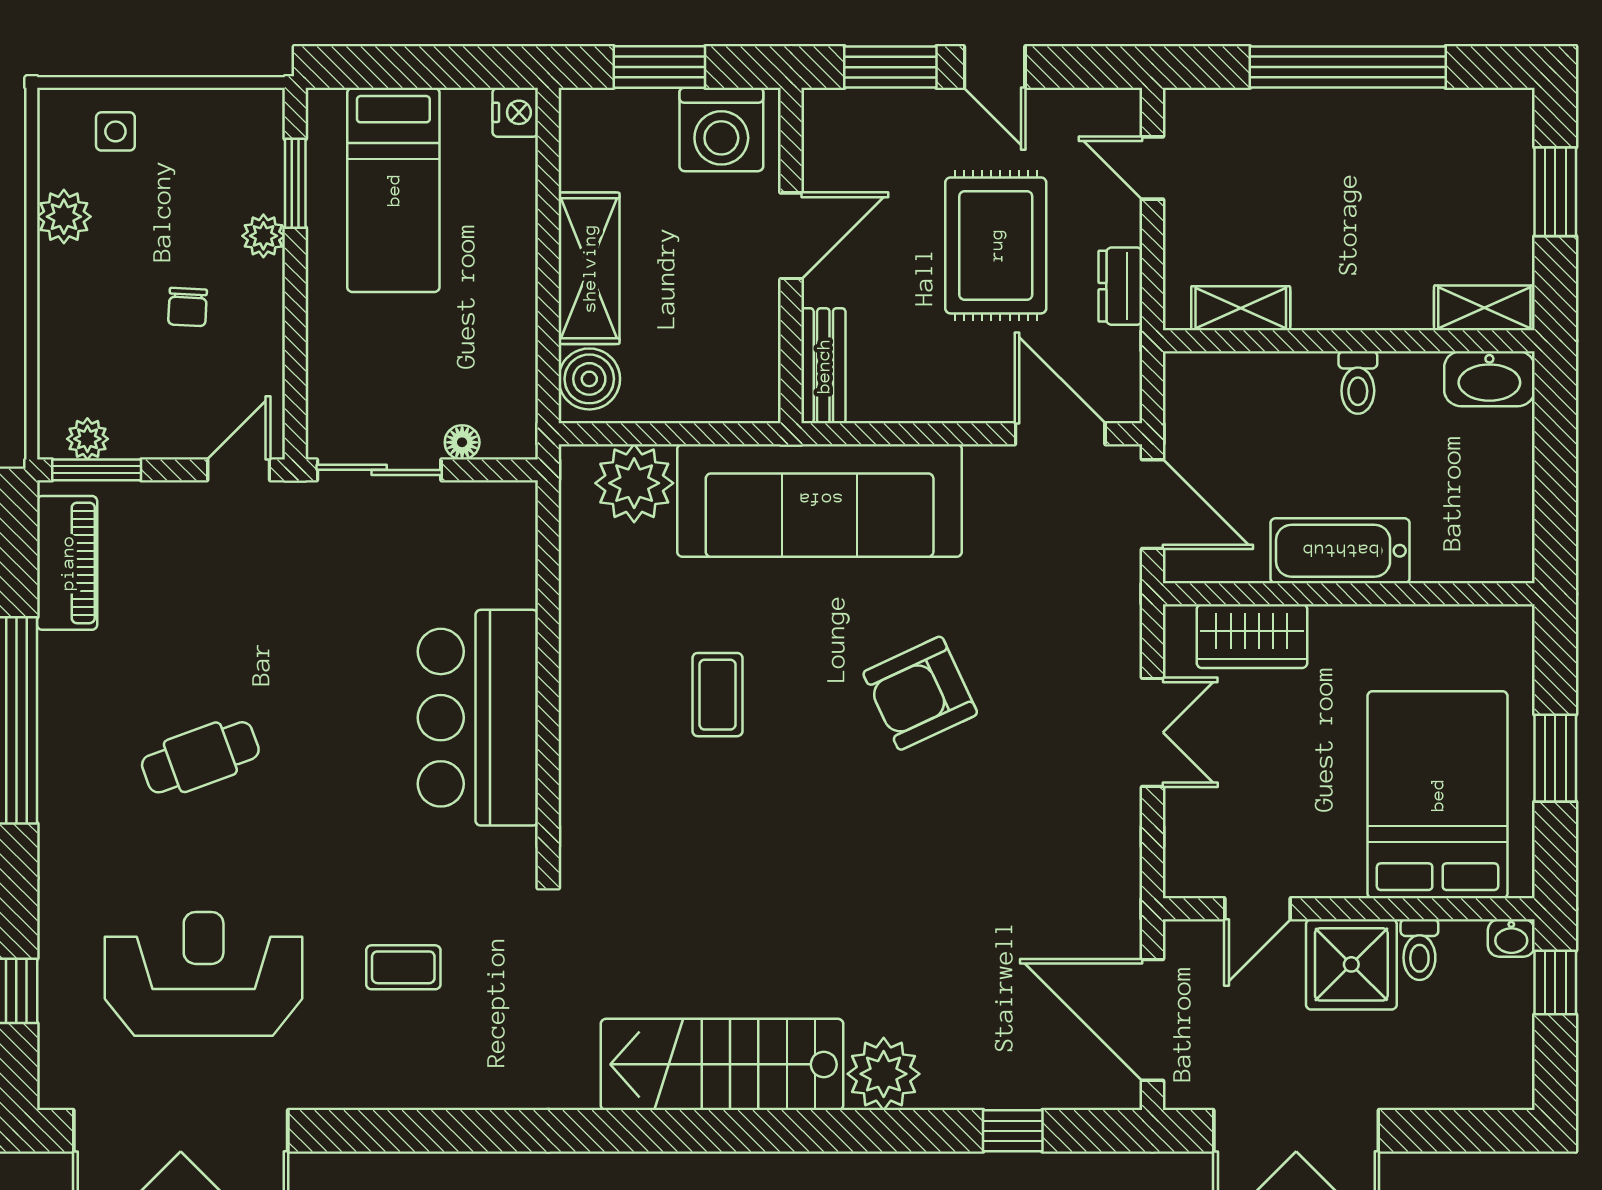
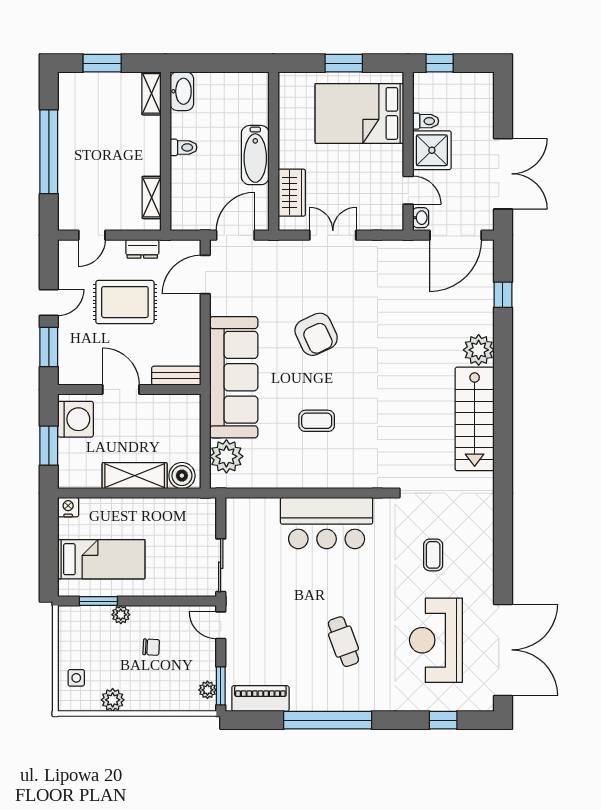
floor lamp: (462, 442) -> (209, 530), removed
washbasin: (1511, 938) -> (421, 218), moved

